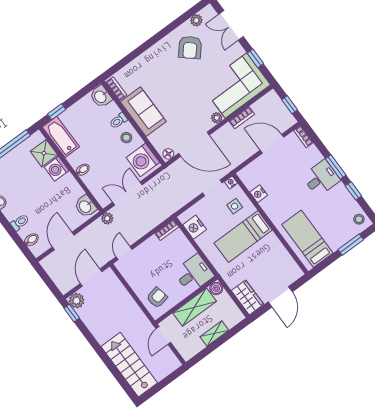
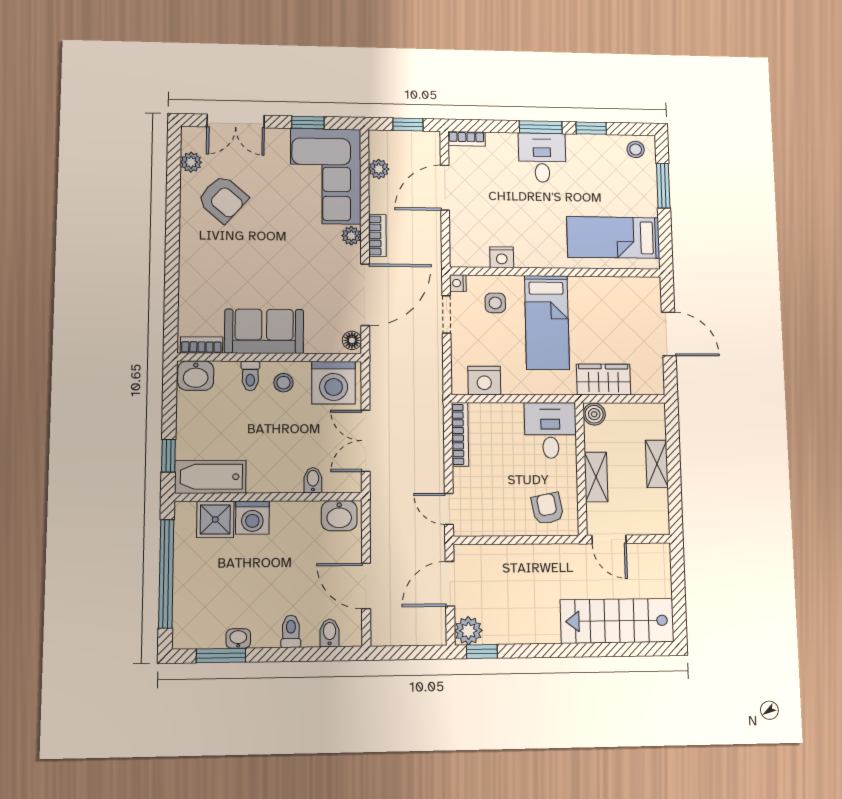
bookcase: (242, 118) -> (377, 235), moved
bidet: (83, 170) -> (313, 480), moved
plant: (107, 218) -> (379, 169), moved
bookcase: (167, 230) -> (460, 434), width x1.56
door: (91, 277) -> (450, 584), hinge flipped
wardrobe: (247, 297) -> (604, 380), moved
shelving: (195, 307) -> (596, 477), width x0.67, depth x0.75

